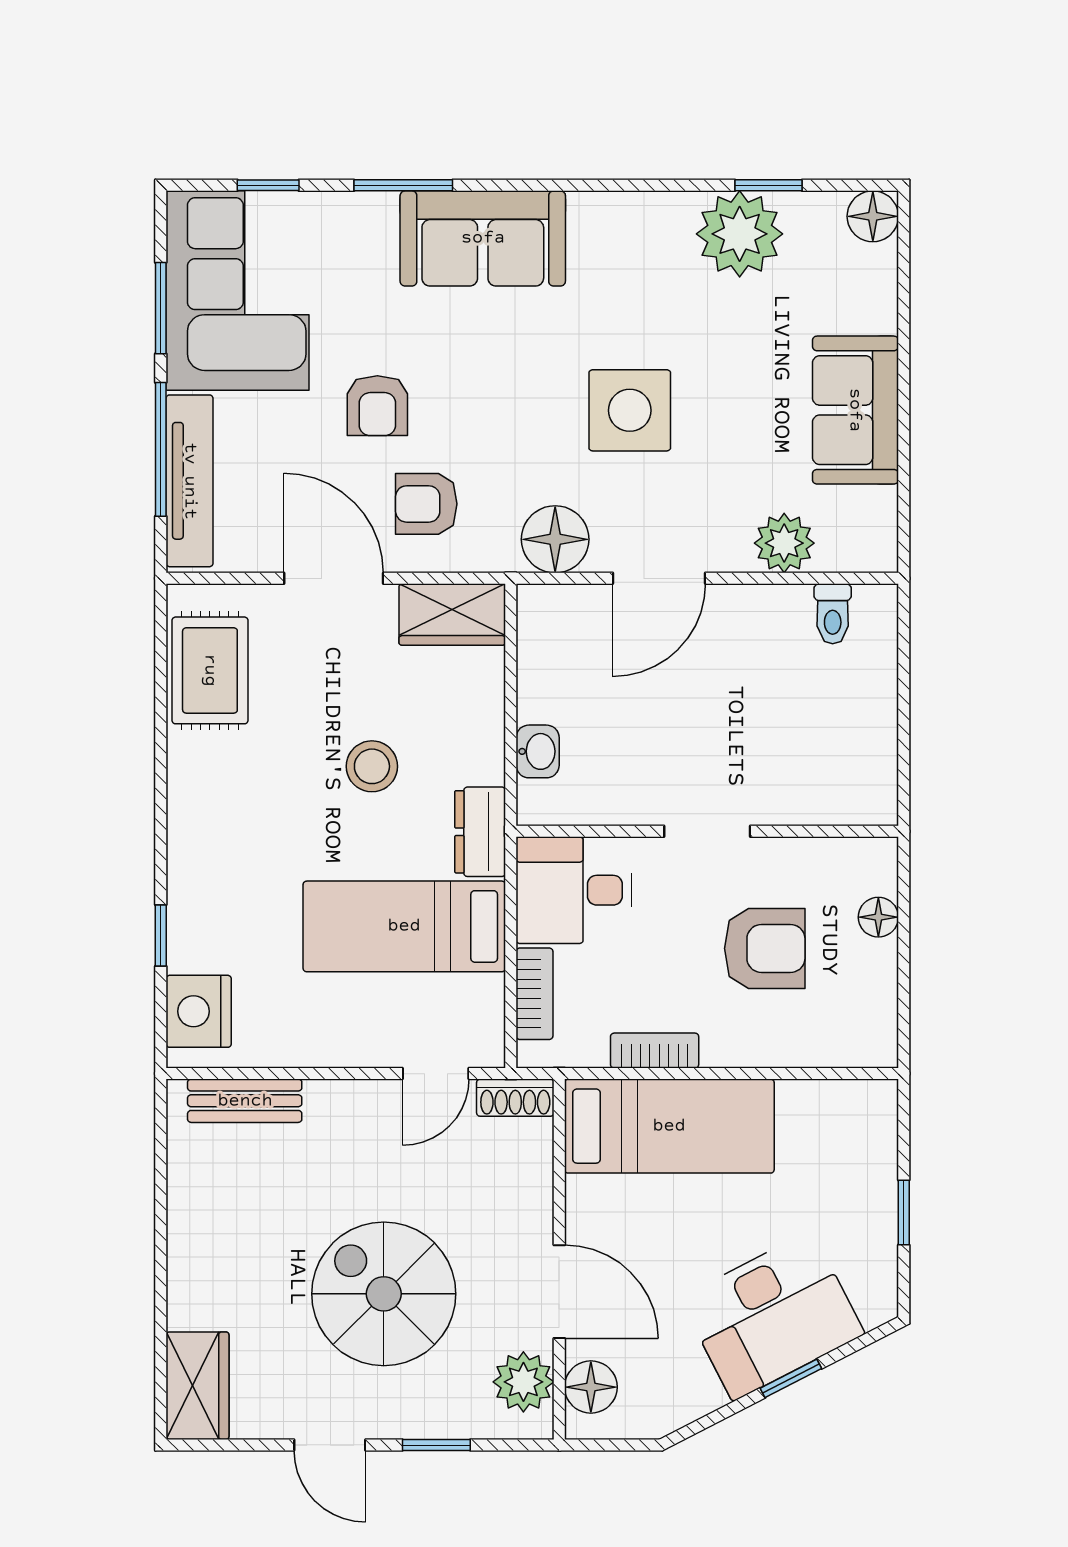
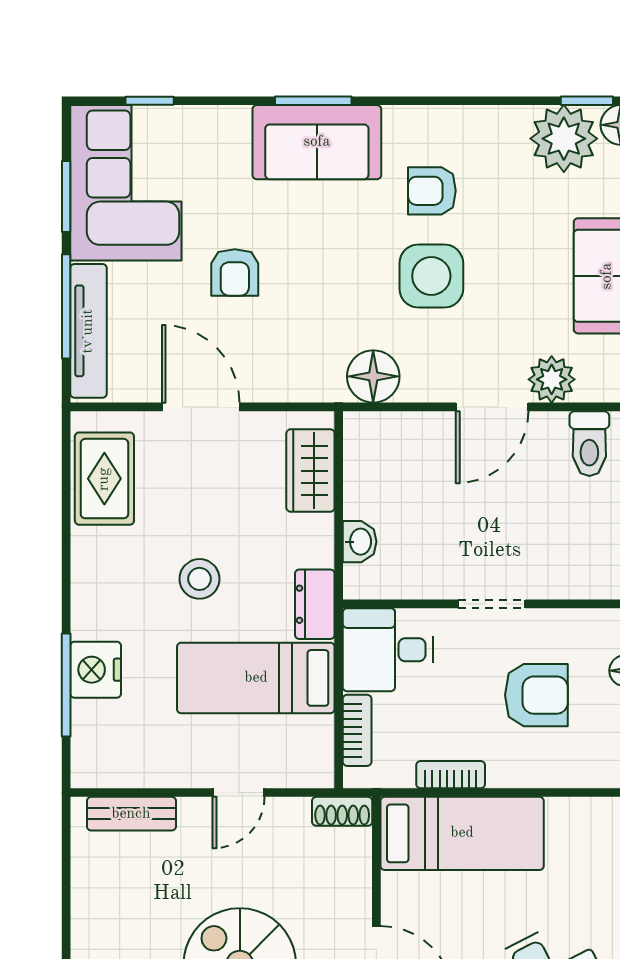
window: (403, 185) -> (313, 101), moved
window: (768, 185) -> (587, 101), moved
plant: (740, 234) -> (564, 139), moved
armchair: (426, 504) -> (432, 191), moved
door: (659, 578) -> (492, 407), moved
toilet: (833, 614) -> (589, 444), width x1.37, depth x1.39
wardrobe: (452, 615) -> (310, 471), moved, turned 90
stool: (372, 766) -> (199, 579), moved
window: (161, 936) -> (66, 685), width x2.17
nightstand: (199, 1011) -> (96, 670), moved
door: (436, 1074) -> (239, 793), moved

